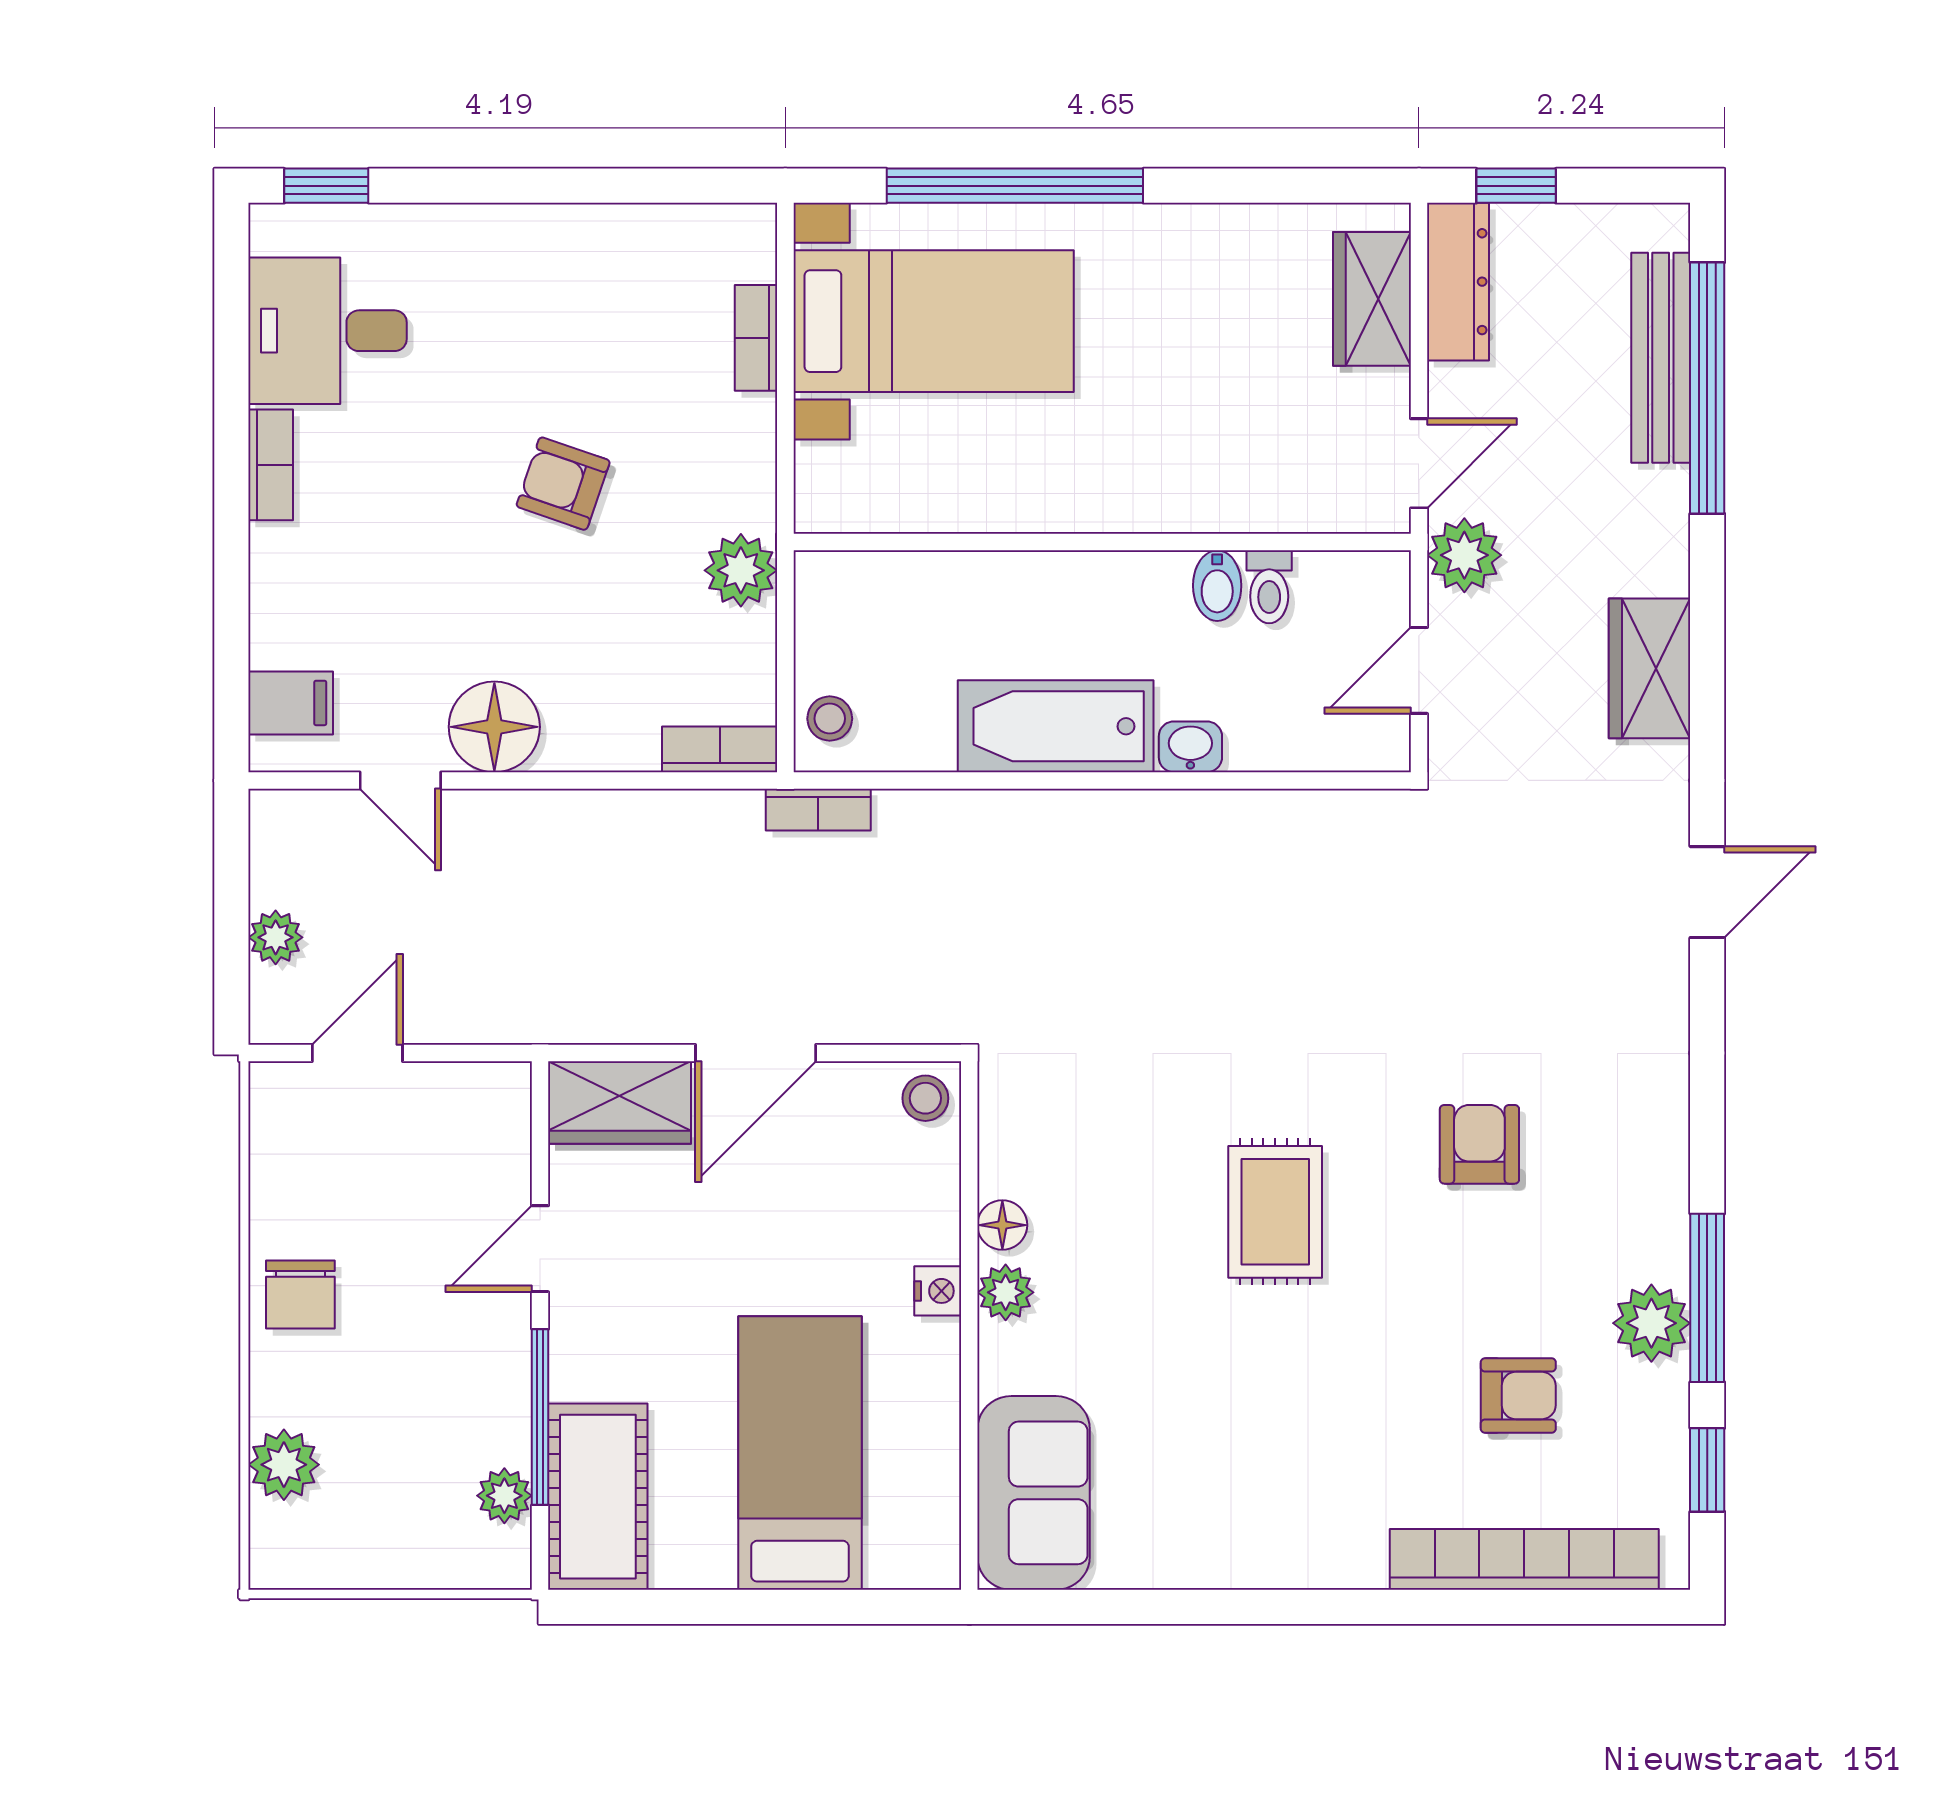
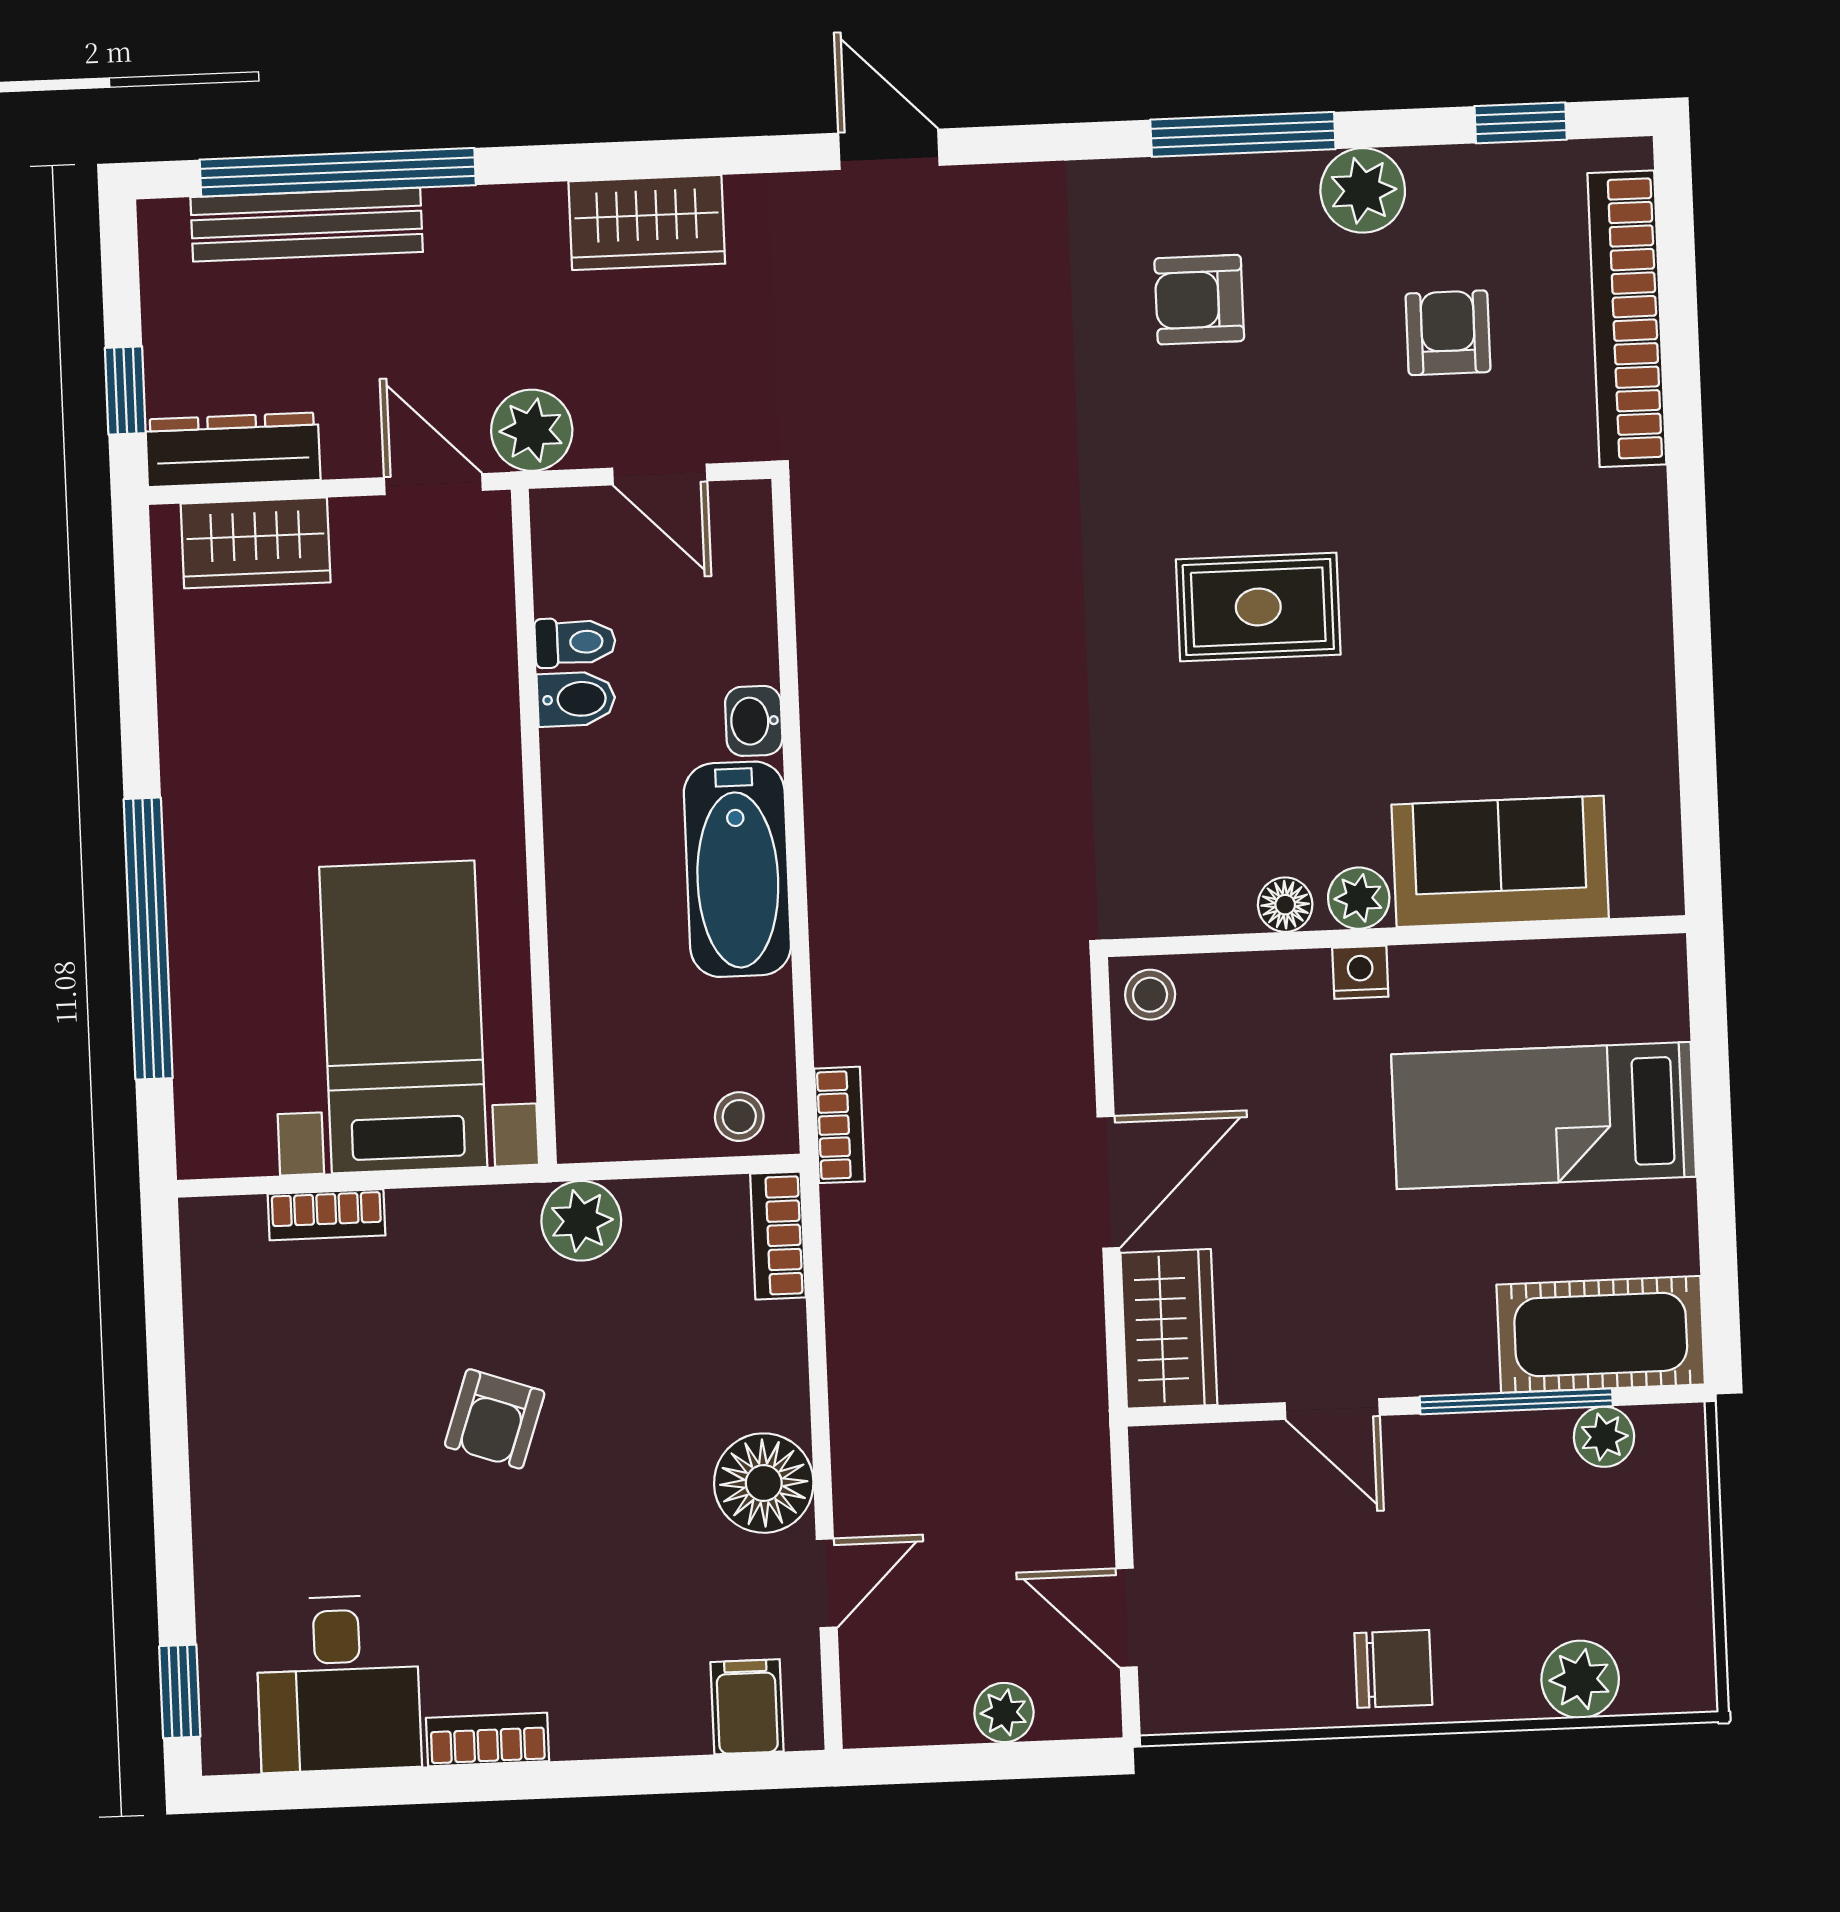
bed with nightstands: (934, 321) -> (403, 1017), moved
door: (756, 1053) -> (1108, 1182), hinge flipped
armchair: (1479, 1144) -> (1199, 300), moved
window: (1707, 1298) -> (1243, 134), moved
sofa: (1034, 1493) -> (1500, 861), moved

